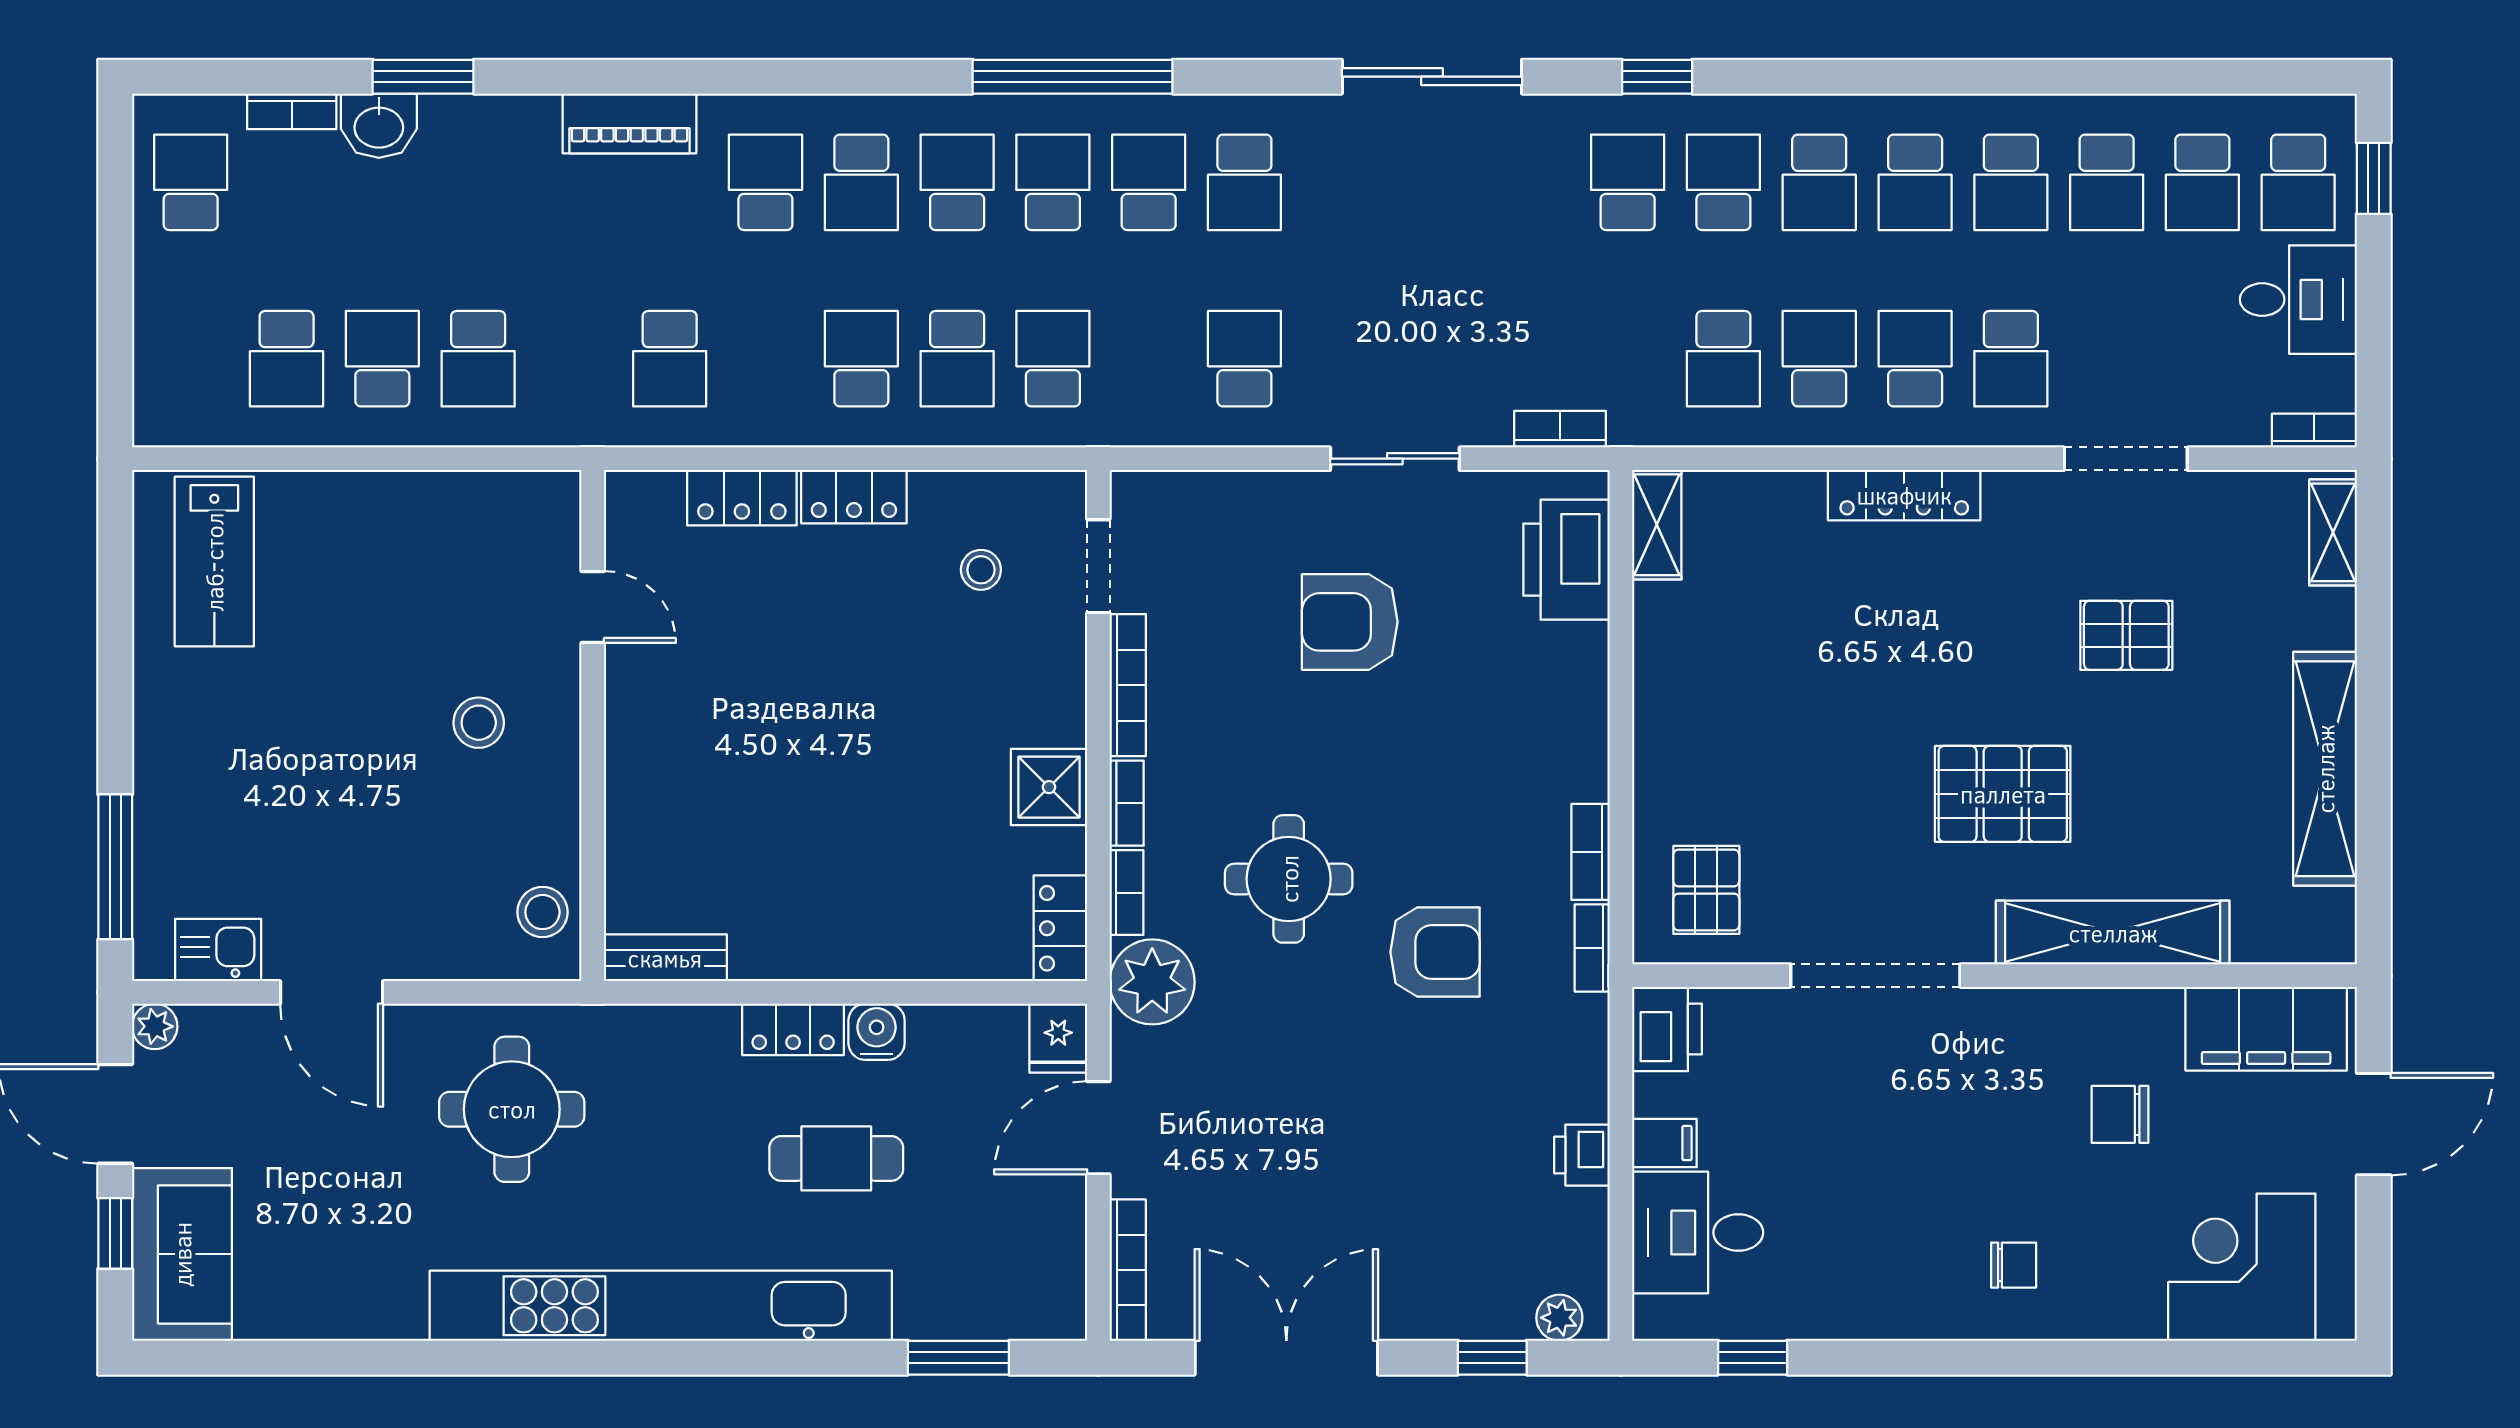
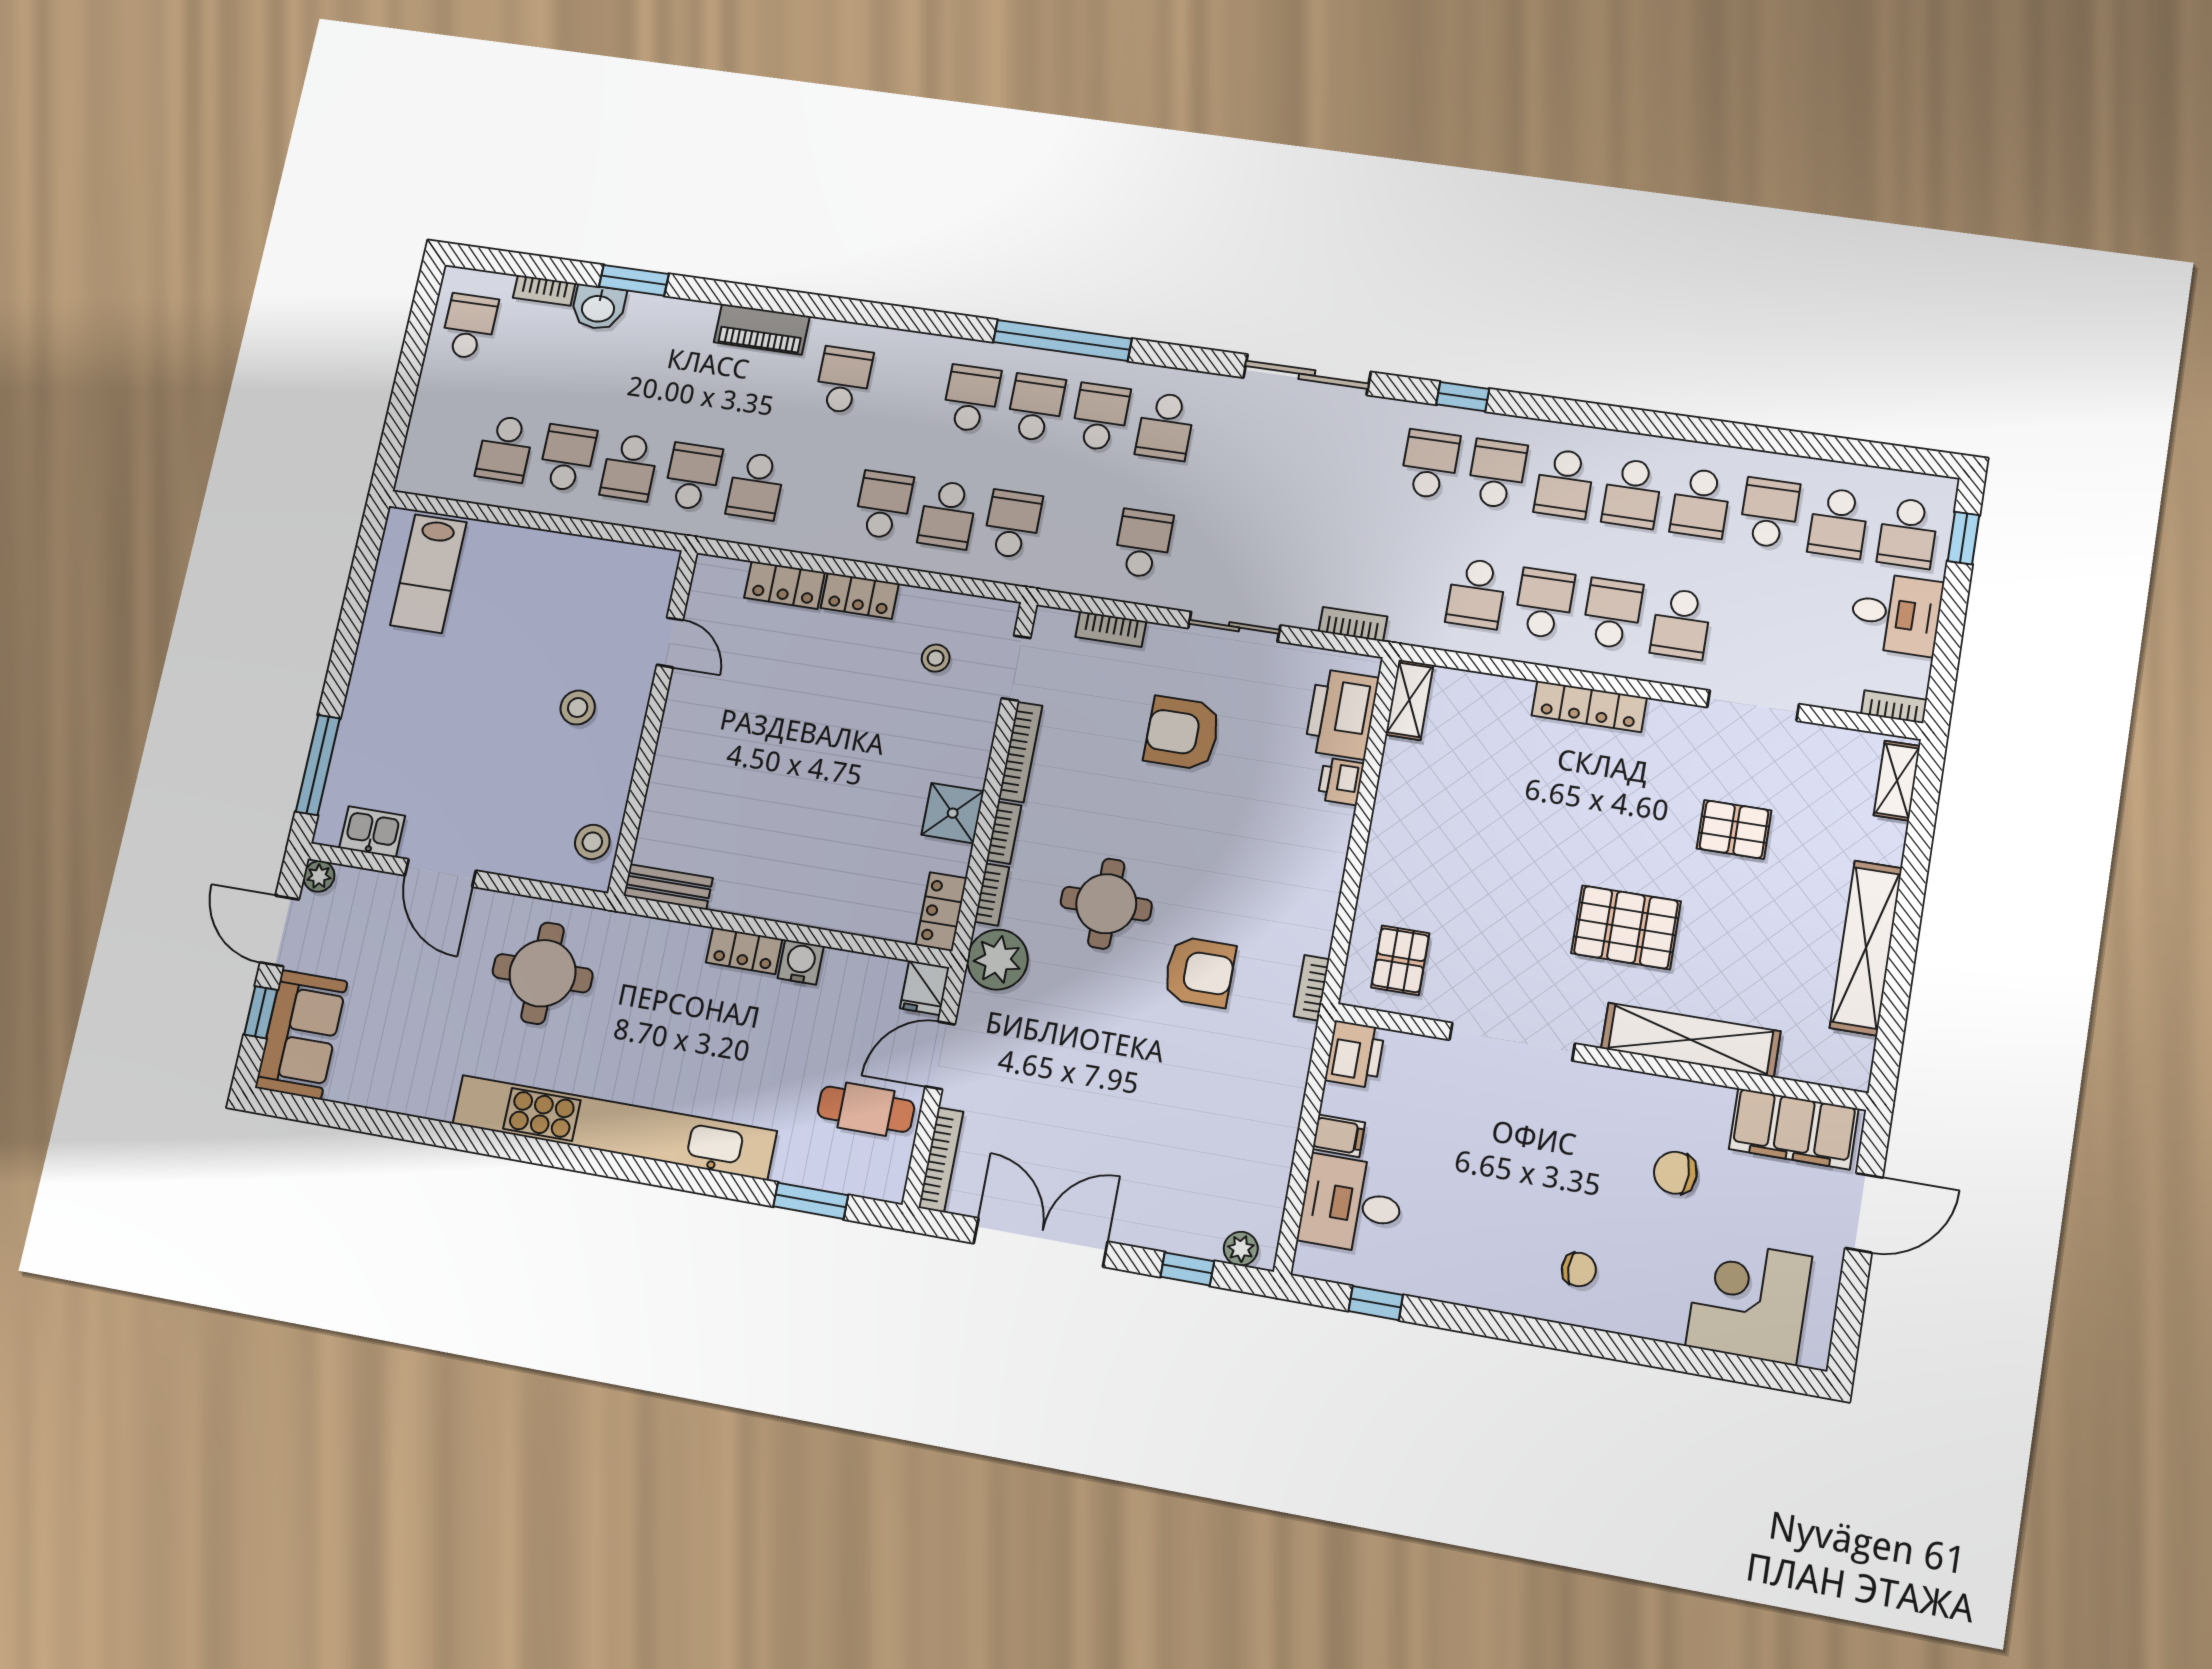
school desk: (861, 182) -> (693, 477), moved, turned 180
school desk: (2107, 182) -> (1769, 513), turned 180
bookcase: (1590, 852) -> (1111, 629), moved, turned -90
printer: (1582, 1155) -> (1341, 781), moved
cafe table: (836, 1158) -> (866, 1109), moved

